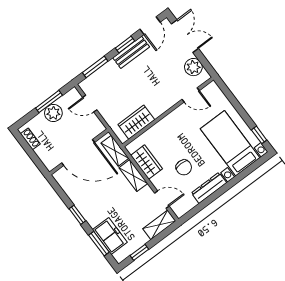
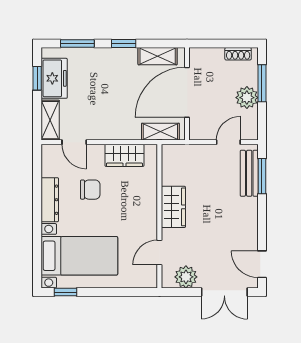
window: (125, 44) -> (262, 224), removed
bench: (131, 52) -> (249, 173), moved
window: (49, 102) -> (262, 83), moved
wardrobe: (136, 122) -> (173, 207), moved
chair: (184, 167) -> (90, 190), turned 180
shelving: (133, 176) -> (158, 56), moved
door: (162, 200) -> (74, 142), hinge flipped
freezer: (110, 236) -> (54, 78), moved, turned -90

